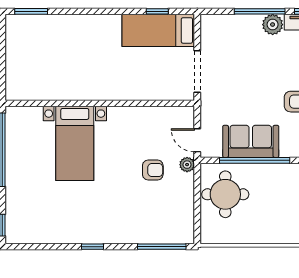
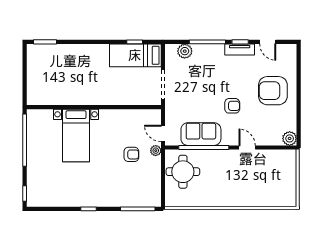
plant: (273, 25) -> (185, 51), moved

